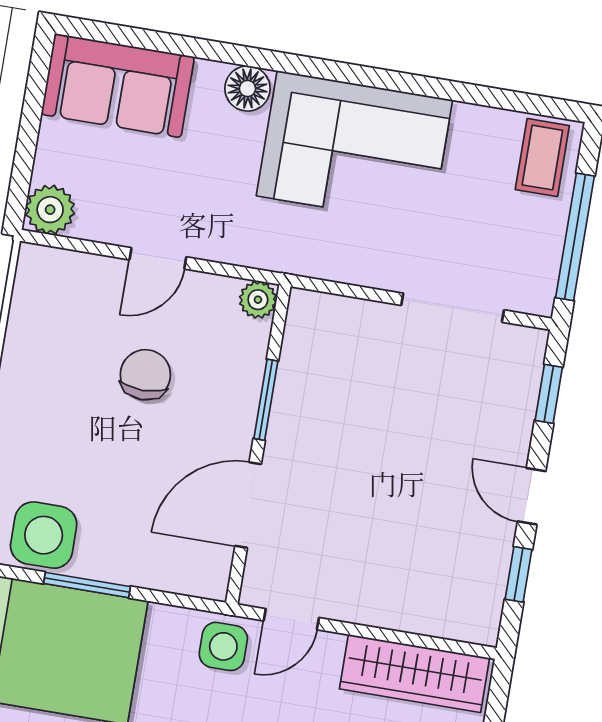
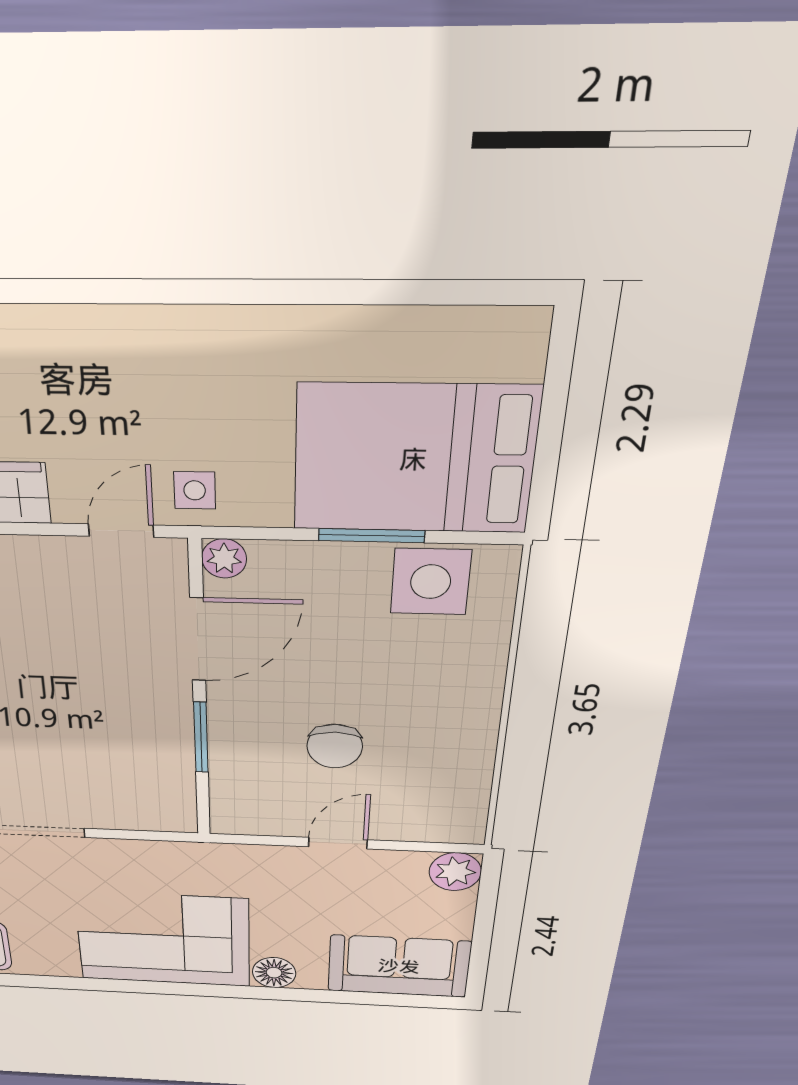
plant: (258, 300) -> (224, 558), moved
side table: (223, 646) -> (195, 490), width x0.73, depth x0.73

